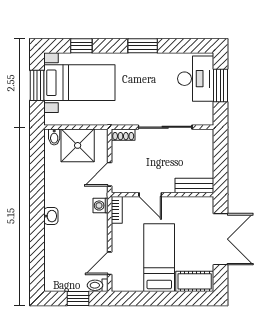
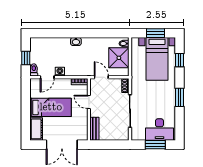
door: (150, 195) -> (89, 102), hinge flipped
washing machine: (101, 206) -> (60, 72), moved
door: (110, 263) -> (47, 77), swing flipped

